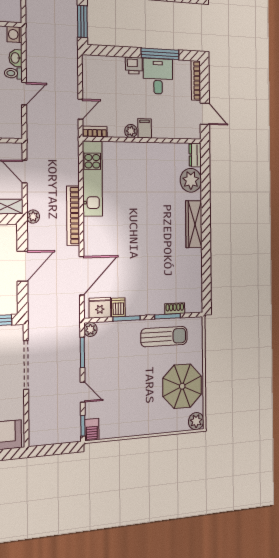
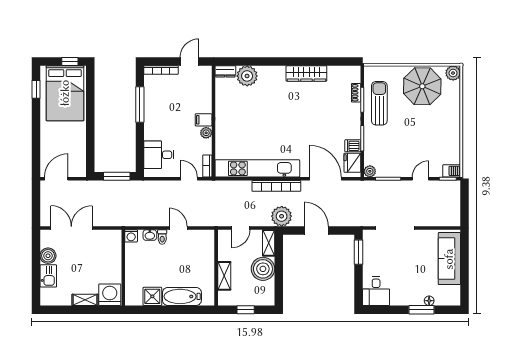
printer: (134, 66) -> (151, 130), removed
desk: (158, 76) -> (159, 155), moved
kitchen unit: (92, 179) -> (257, 168), width x1.36
plant: (33, 217) -> (282, 216), width x1.88, depth x1.88
wardrobe: (194, 224) -> (306, 73), moved

